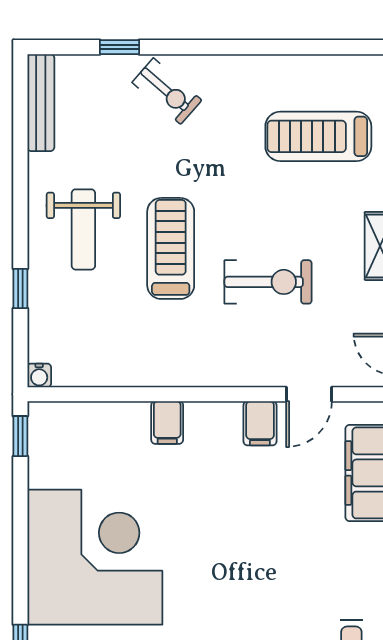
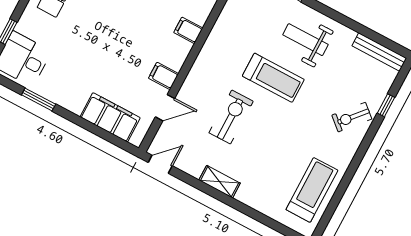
treadmill: (318, 136) -> (312, 190), moved
exercise bike: (268, 282) -> (231, 117), turned 180
door: (309, 394) -> (165, 108), swing flipped

